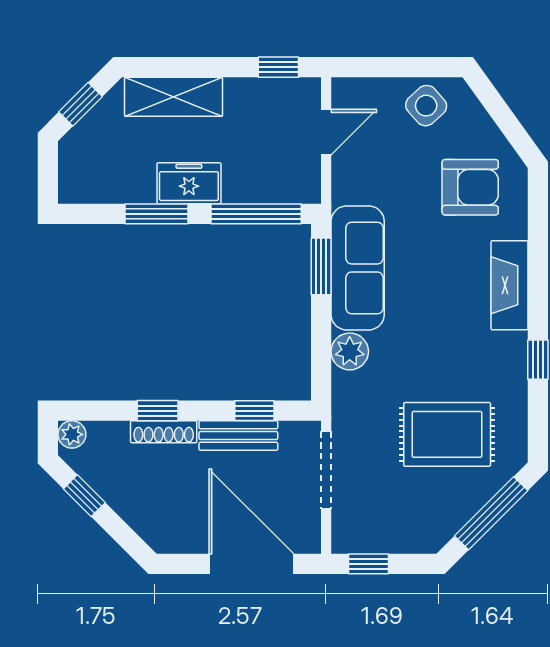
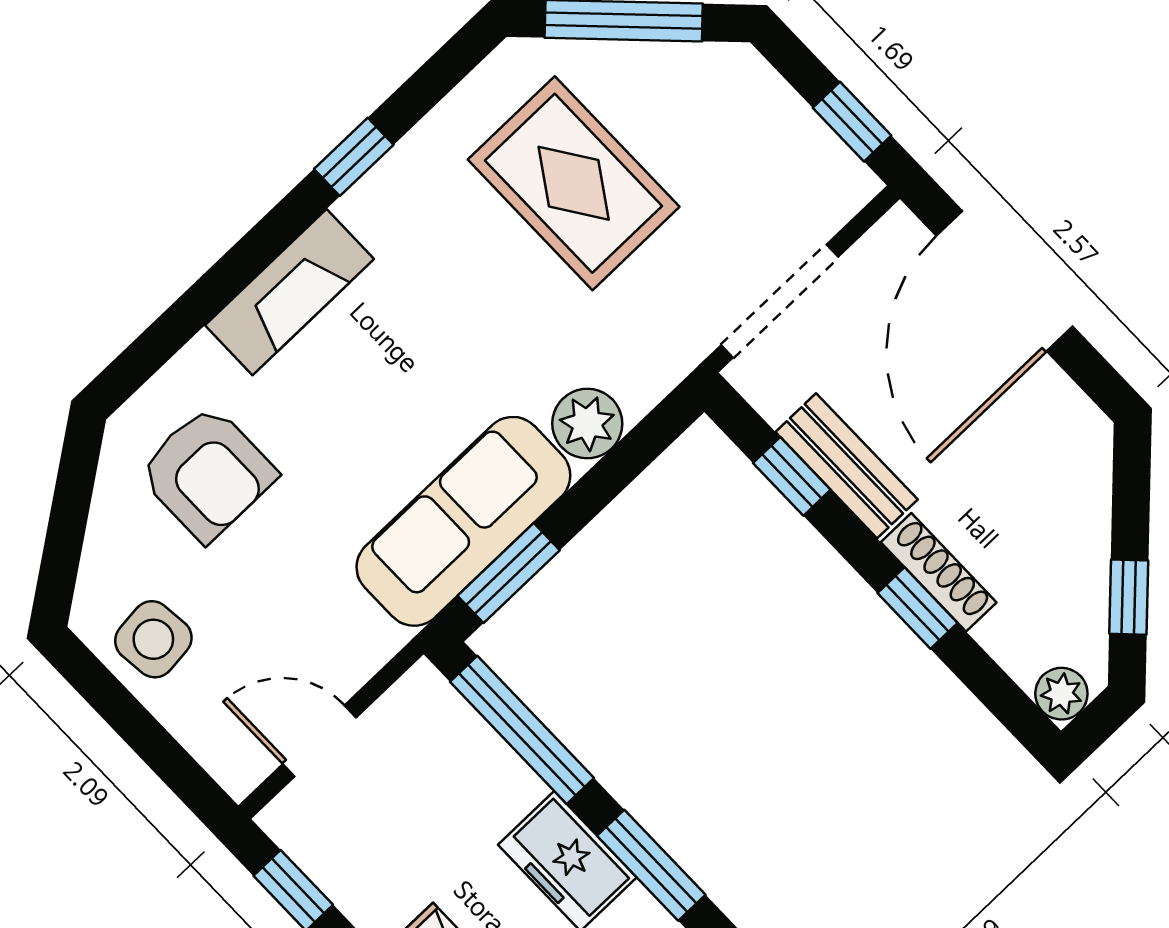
side table: (426, 106) -> (153, 639), turned 36
armchair: (470, 187) -> (207, 473), turned 180

